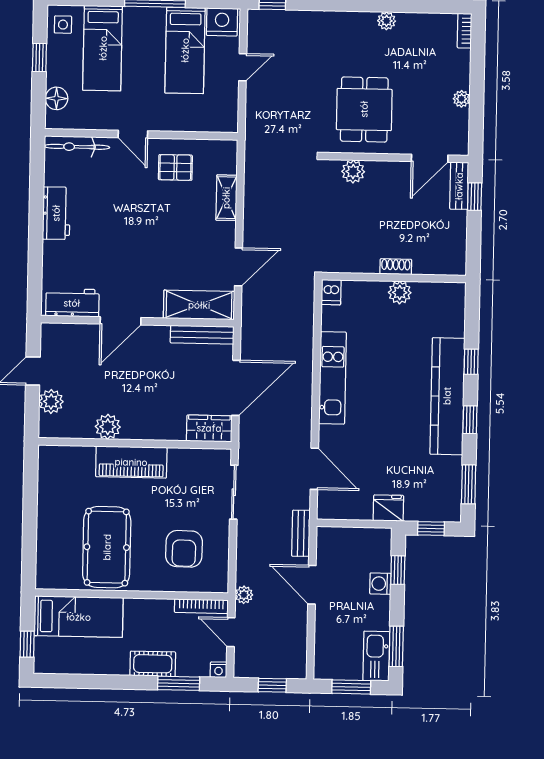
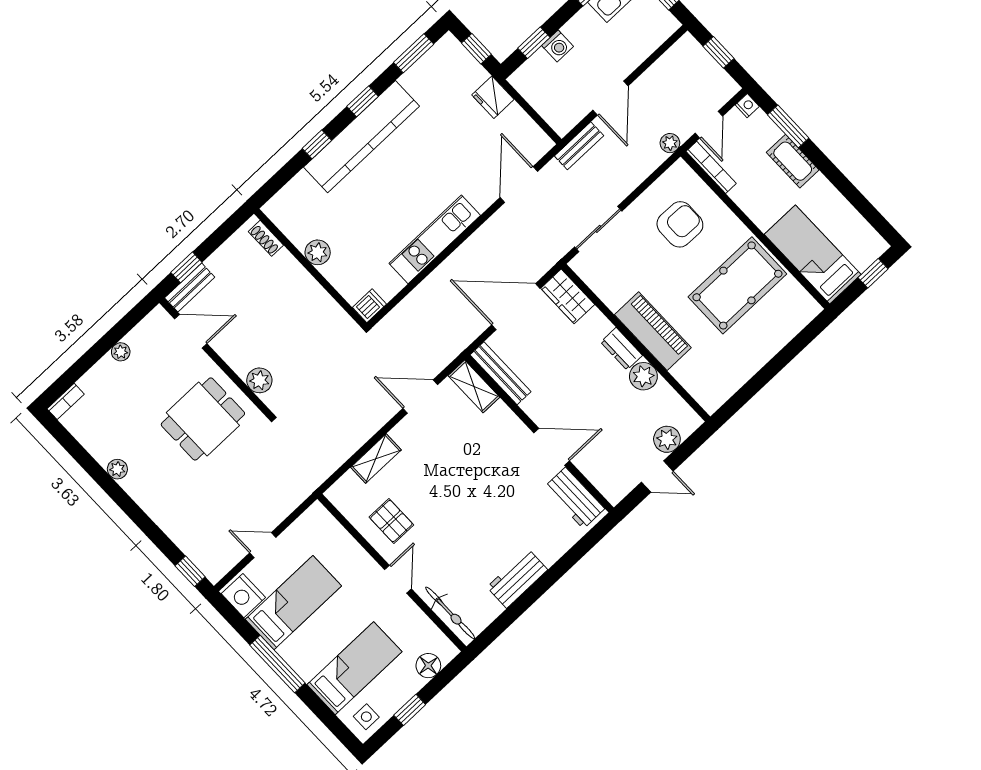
shoe rack: (396, 267) -> (266, 238), moved
shelving: (199, 305) -> (474, 386), width x0.67, depth x0.75
dresser: (140, 430) -> (622, 349), added

